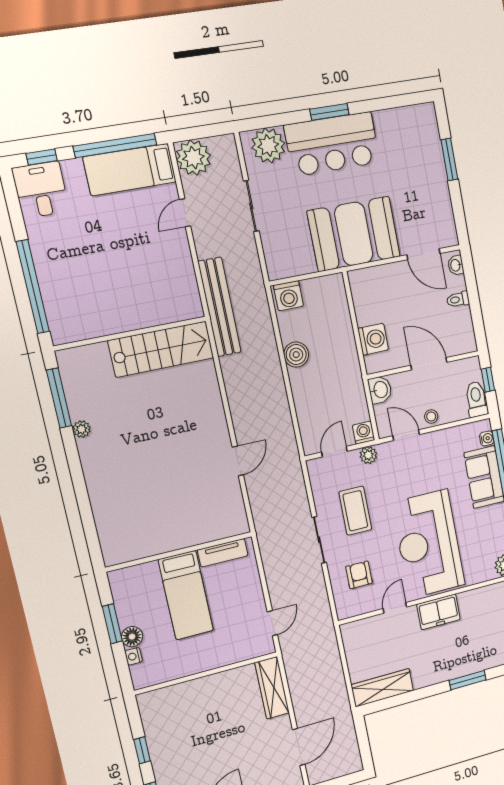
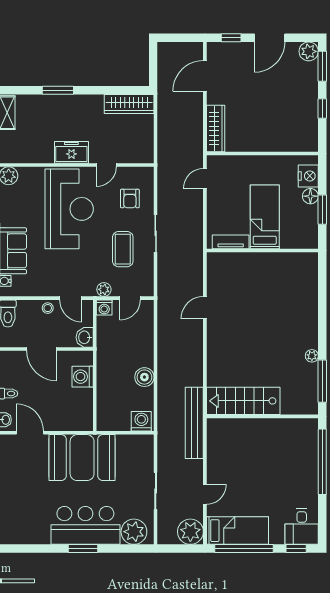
nightstand: (133, 656) -> (308, 176), width x1.89, depth x1.79

